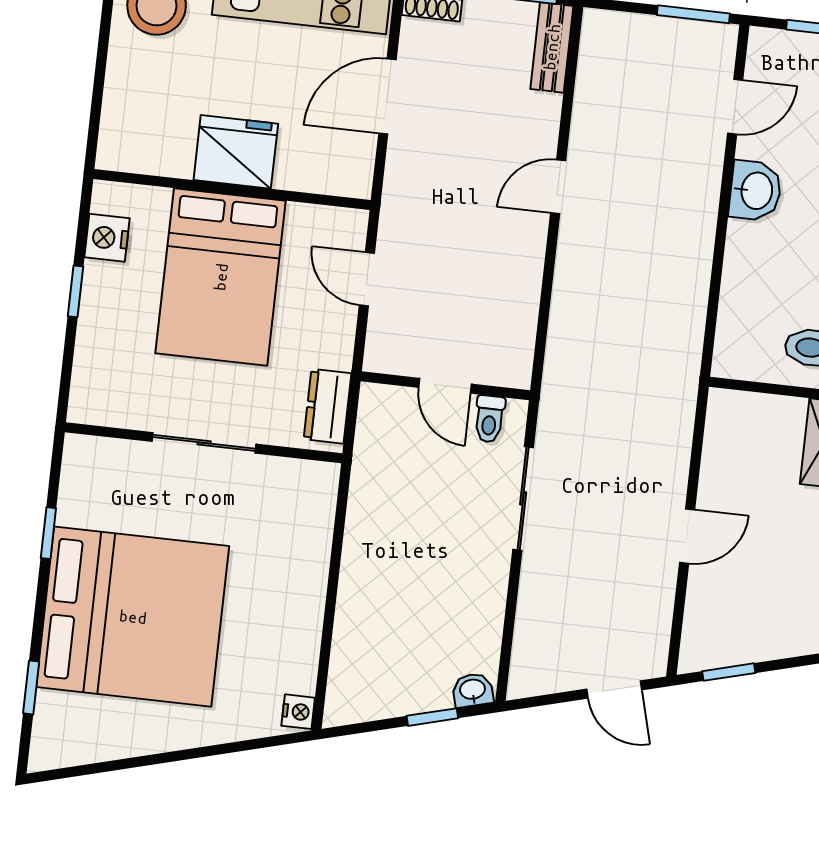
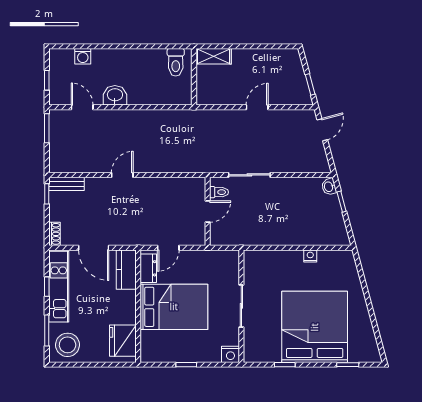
fridge: (236, 152) -> (123, 341), moved
kitchen counter: (325, 170) -> (126, 270), added
door: (558, 187) -> (122, 175), swing flipped
nightstand: (107, 238) -> (230, 354), moved
dresser: (327, 406) -> (148, 268), moved, turned -90
door: (687, 536) -> (257, 107), hinge flipped
nightstand: (298, 712) -> (310, 256), moved

